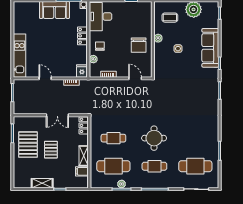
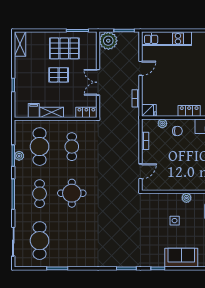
chair: (139, 45) -> (179, 176), removed
sofa: (210, 48) -> (181, 258), width x0.73
plant: (21, 106) -> (108, 41), added
shelving: (42, 183) -> (20, 44), moved

